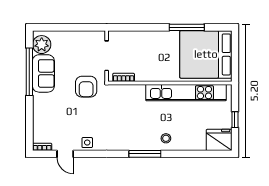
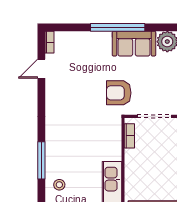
window: (29, 72) -> (118, 27), moved
side table: (87, 143) -> (54, 94), removed

